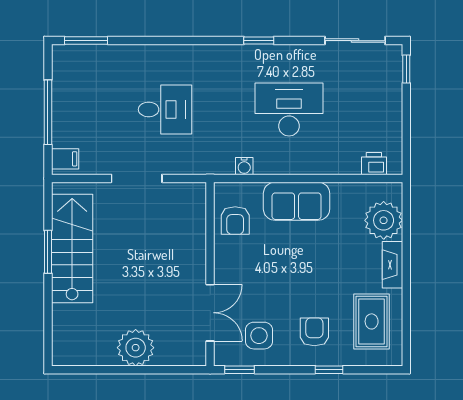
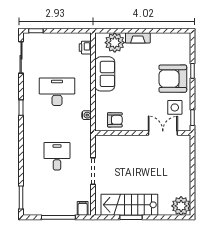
desk: (289, 109) -> (57, 92), turned 90
sofa: (297, 201) -> (105, 74), moved
rug: (372, 321) -> (167, 49), removed
armchair: (314, 332) -> (173, 79), width x1.88, depth x1.88
plant: (136, 348) -> (181, 206), moved

